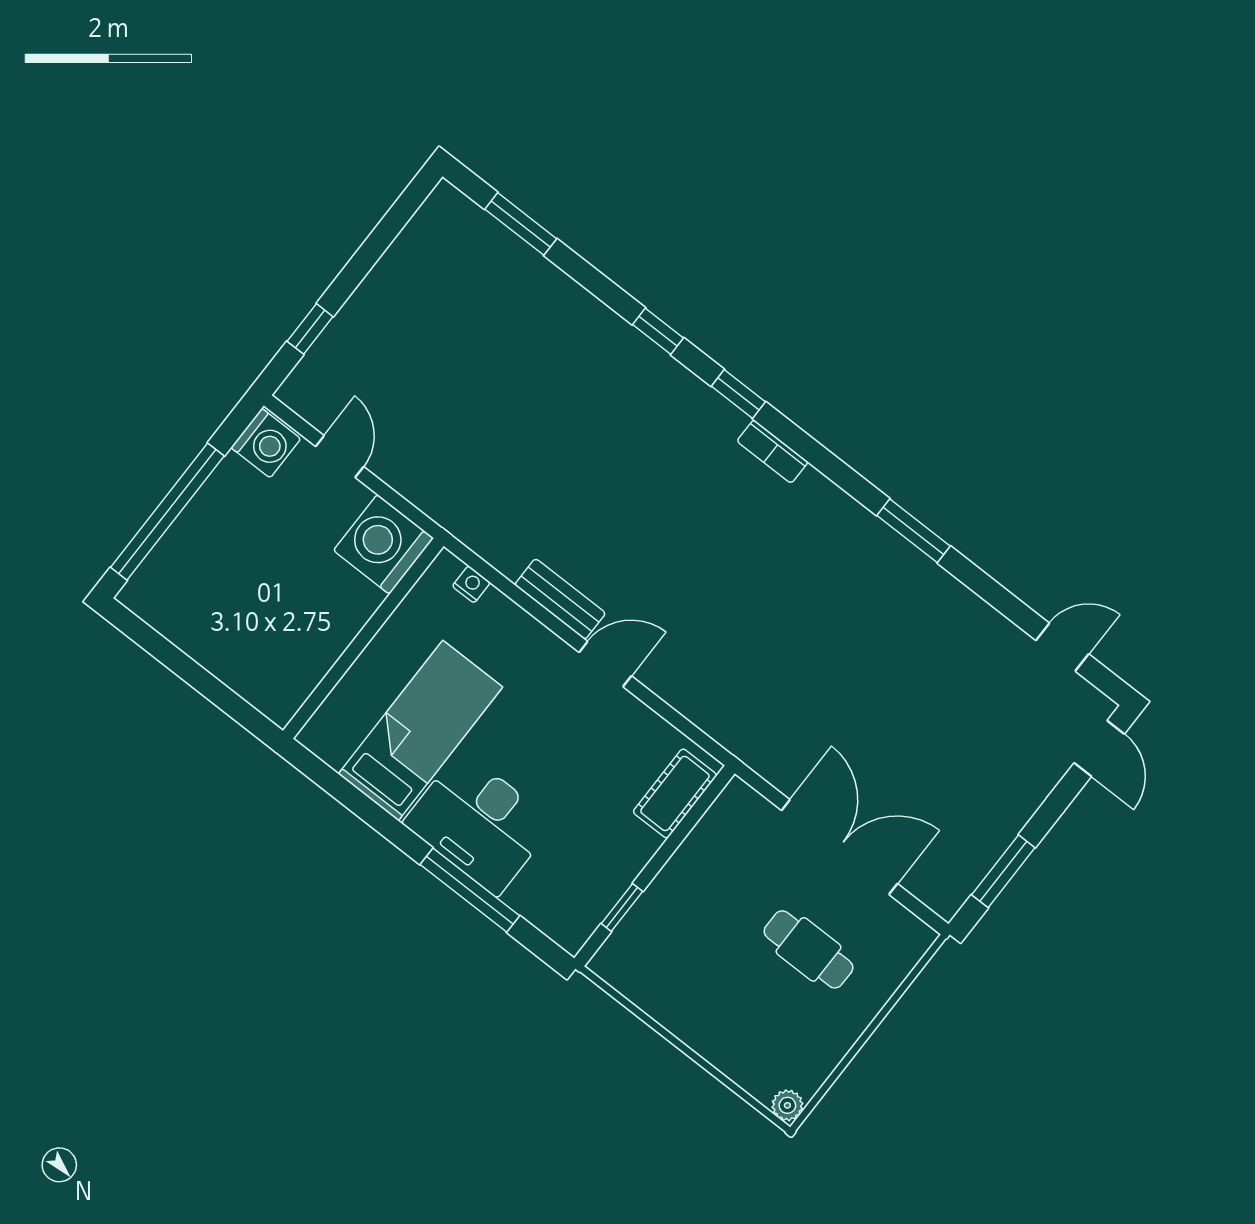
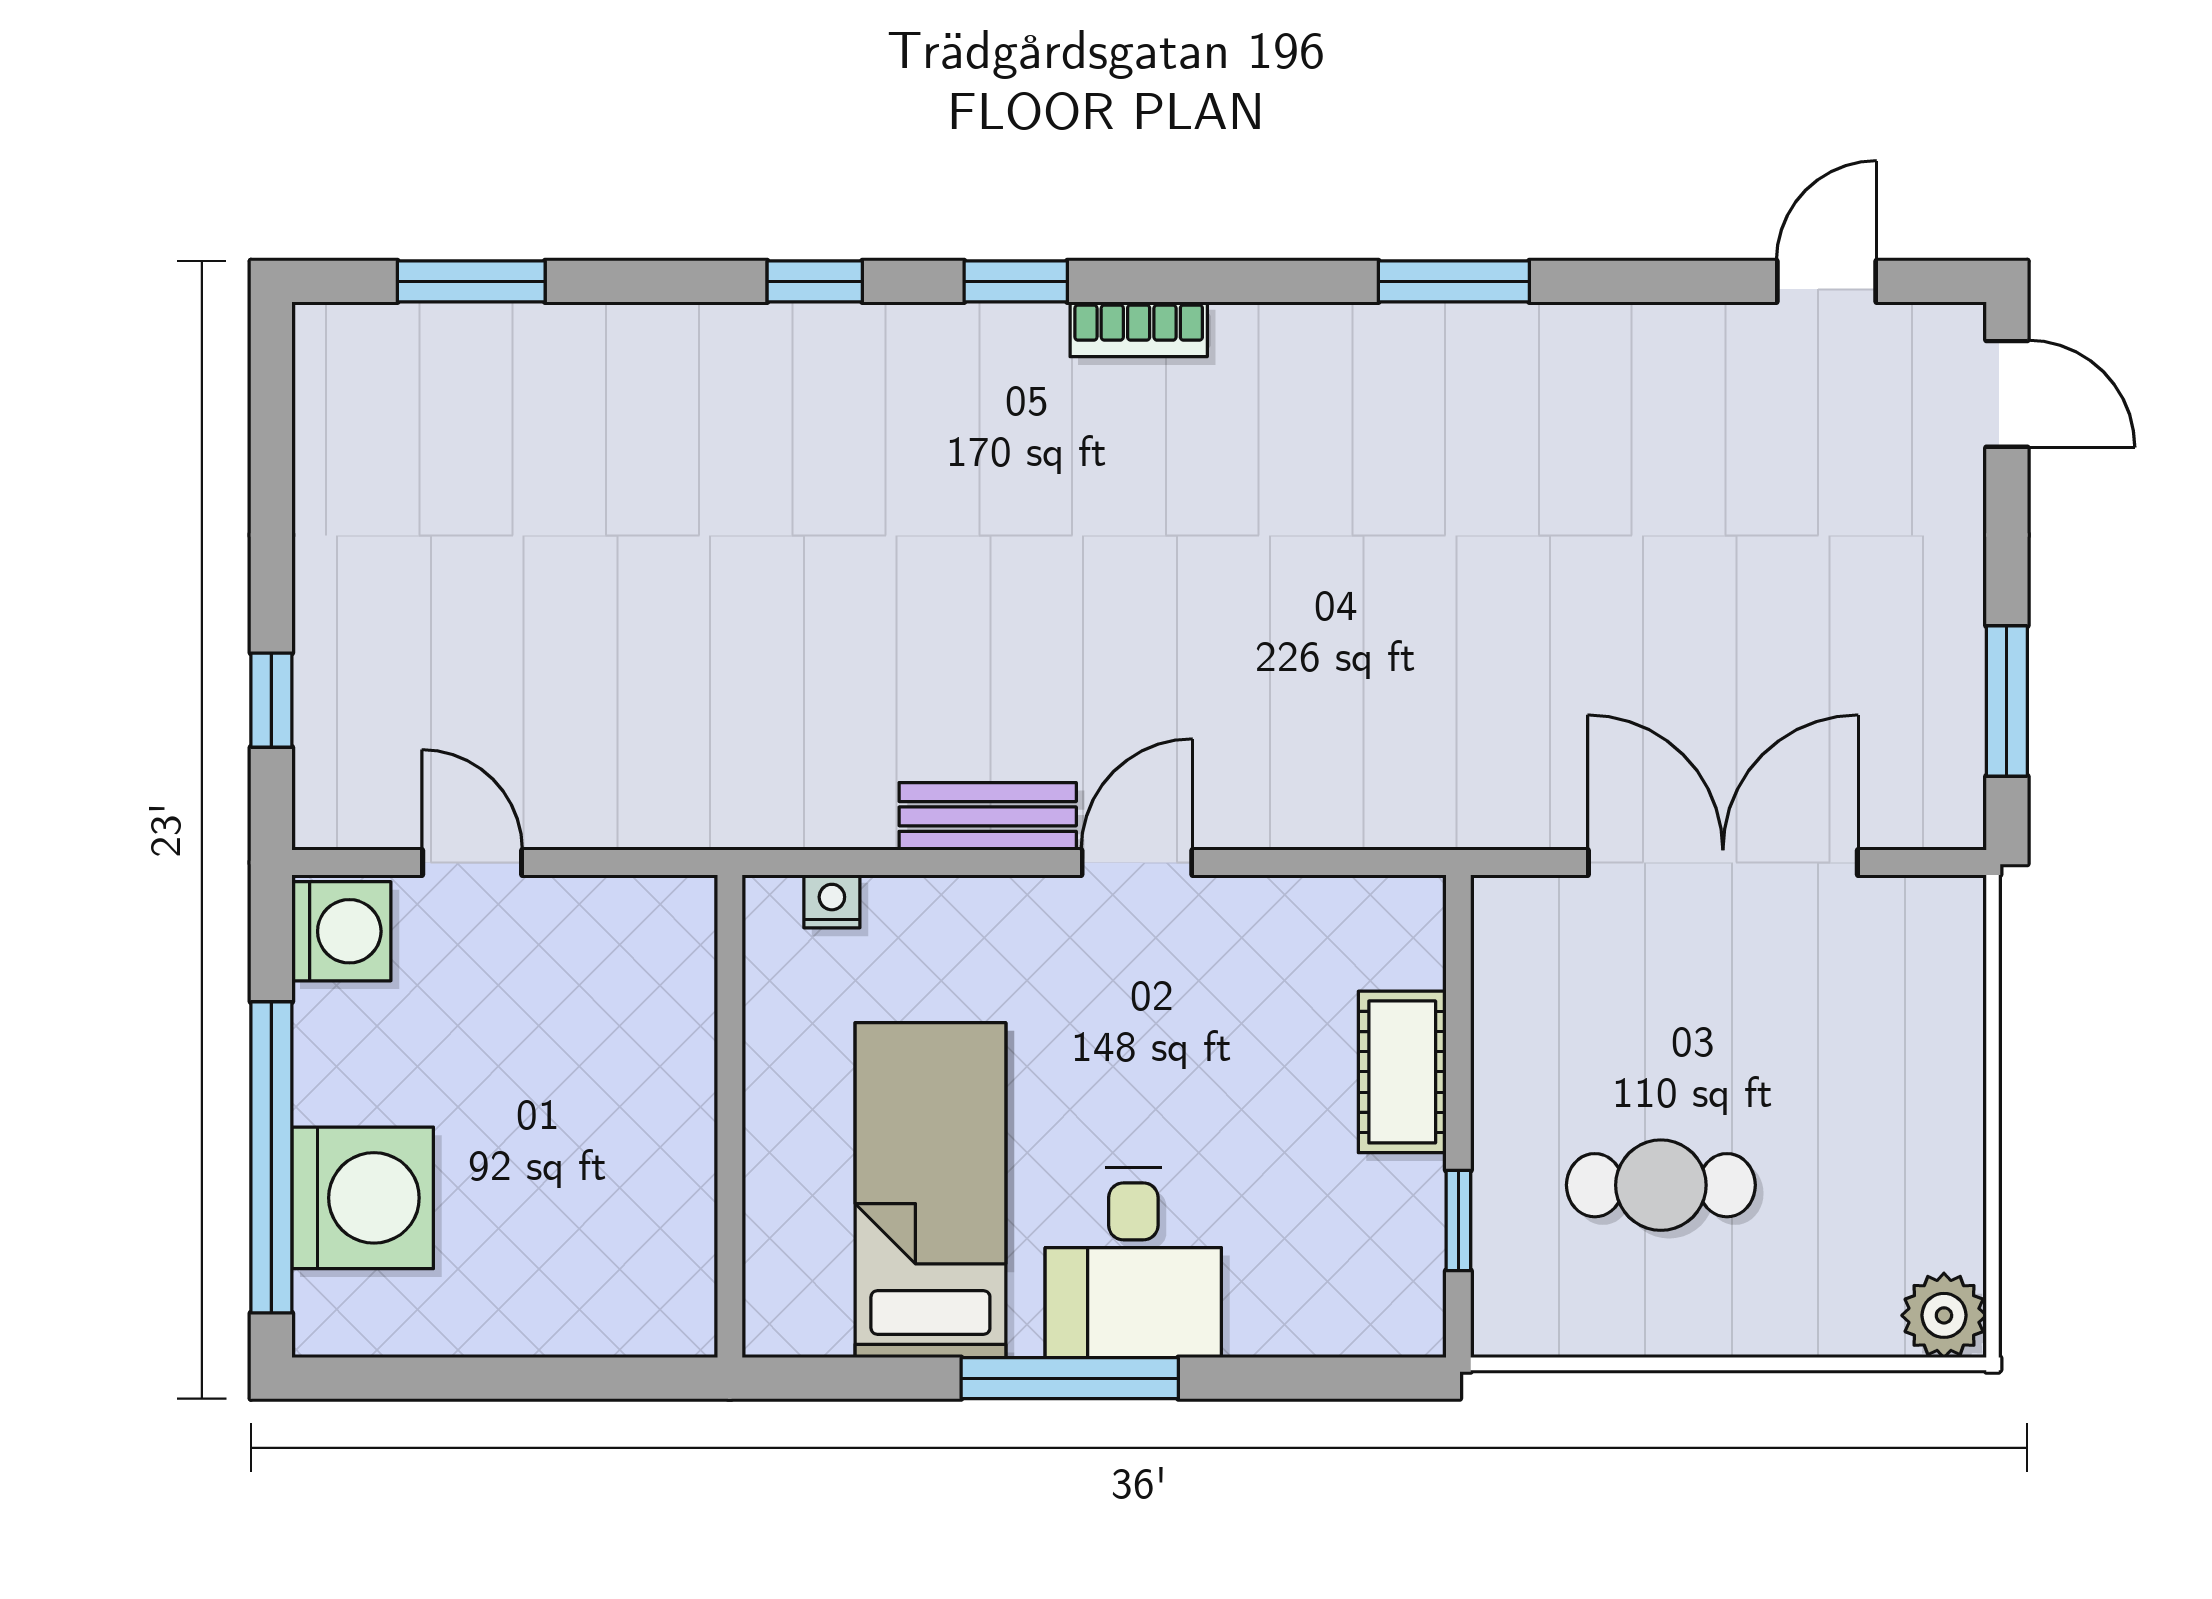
washing machine: (383, 544) -> (363, 1198), moved, turned 180
cot: (675, 793) -> (1402, 1072), moved
desk: (479, 823) -> (1133, 1263), width x0.73
window: (470, 890) -> (1070, 1378), moved
cafe table: (809, 949) -> (1661, 1185), moved
plant: (787, 1105) -> (1944, 1315), width x1.38, depth x1.38

